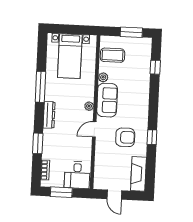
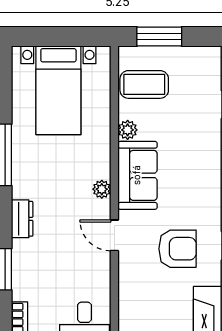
window: (131, 32) -> (159, 36), moved
dresser: (49, 115) -> (22, 219), width x0.70
door: (94, 129) -> (114, 235), hinge flipped

